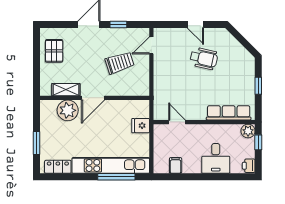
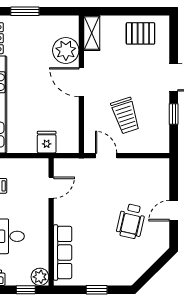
door: (151, 45) -> (106, 156), moved
shelving: (66, 90) -> (92, 33), moved

